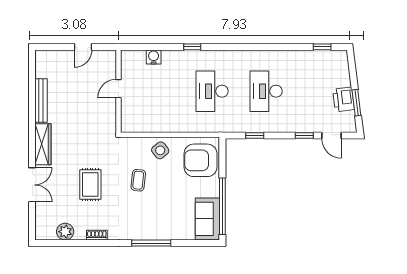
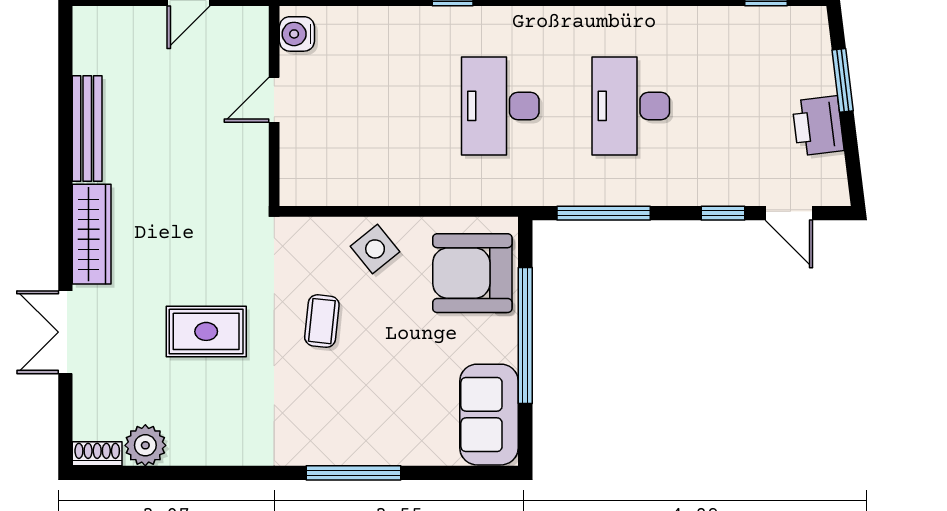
water cooler: (154, 57) -> (297, 34), moved, turned -90
window: (356, 103) -> (843, 80), moved
window: (255, 136) -> (604, 213), width x2.17
double door: (32, 185) -> (65, 332), swing flipped
rug: (90, 185) -> (206, 331), turned 90
window: (222, 206) -> (525, 335), moved
shoe rack: (97, 235) -> (97, 454), moved

